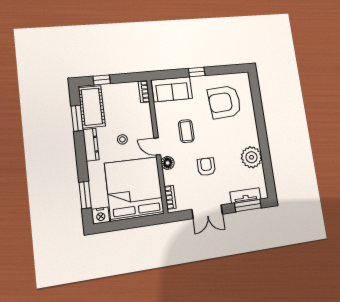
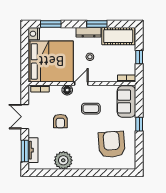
window: (102, 80) -> (139, 57), moved
window: (77, 118) -> (97, 24), moved
armchair: (206, 167) -> (60, 121), turned 90

